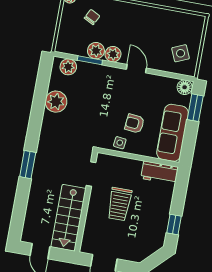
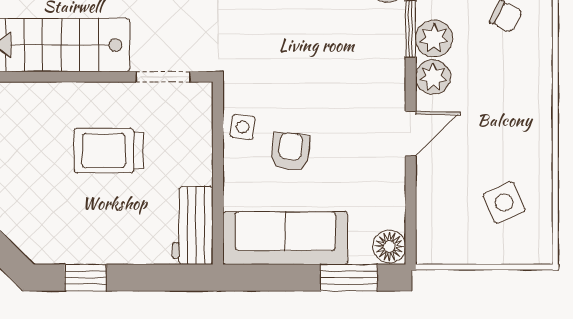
side table: (181, 53) -> (504, 203), moved

